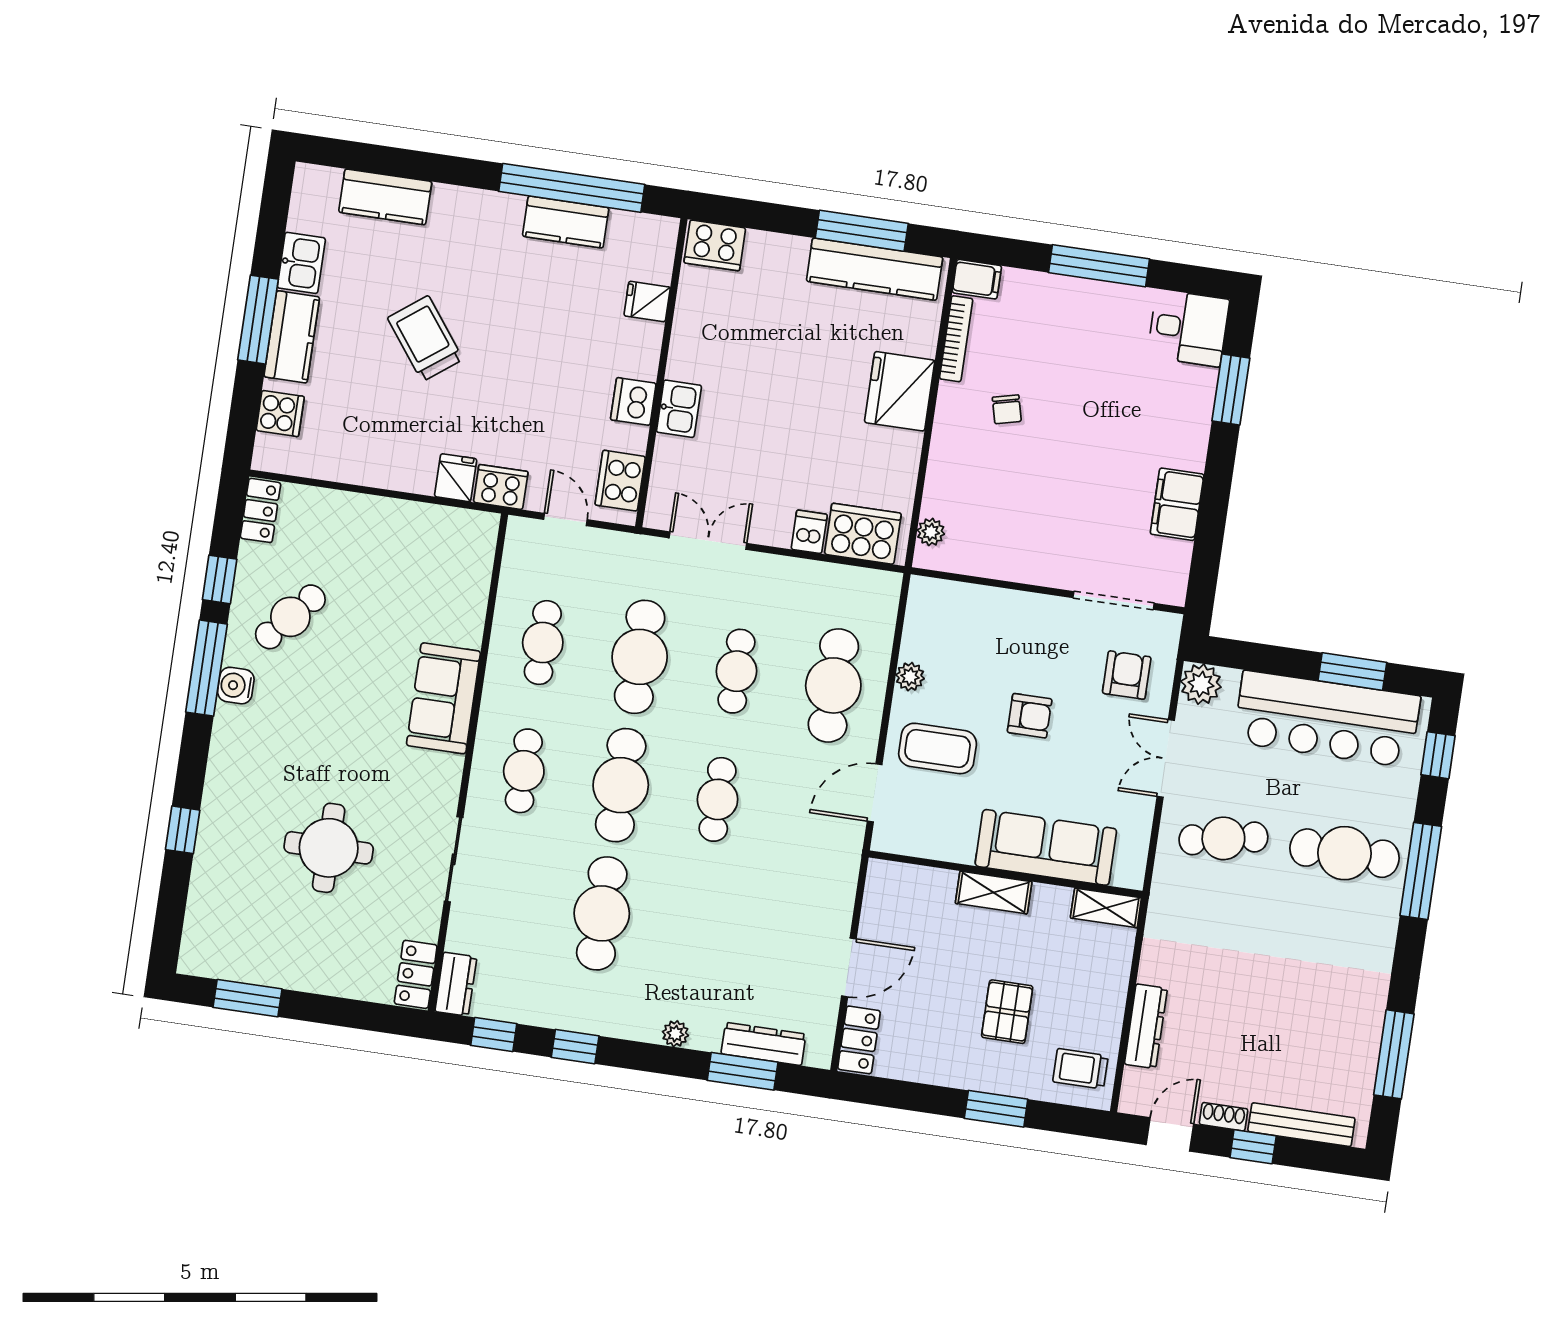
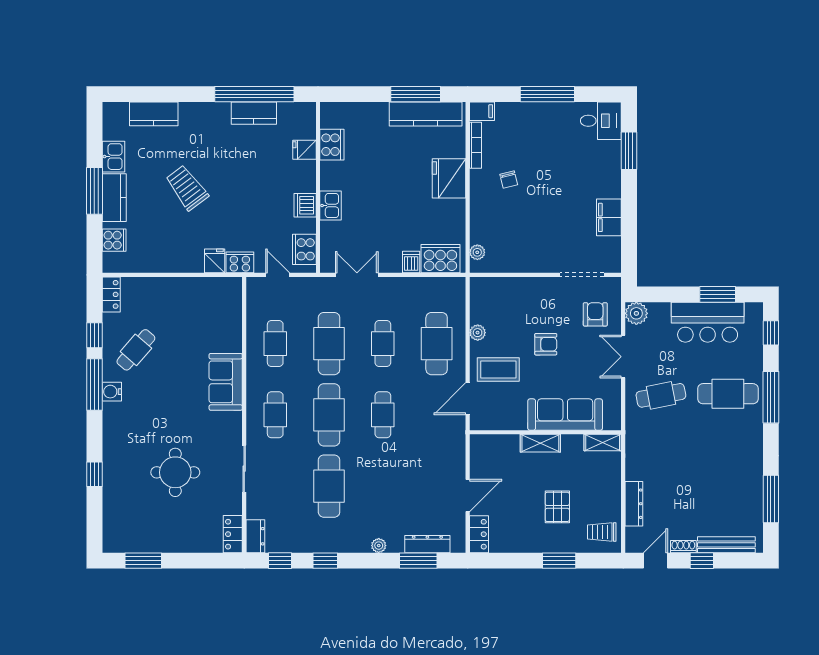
cooker: (715, 245) -> (332, 145), moved, turned -90
bar counter: (1327, 719) -> (708, 322), width x0.73

